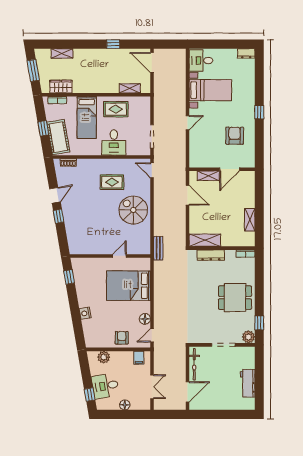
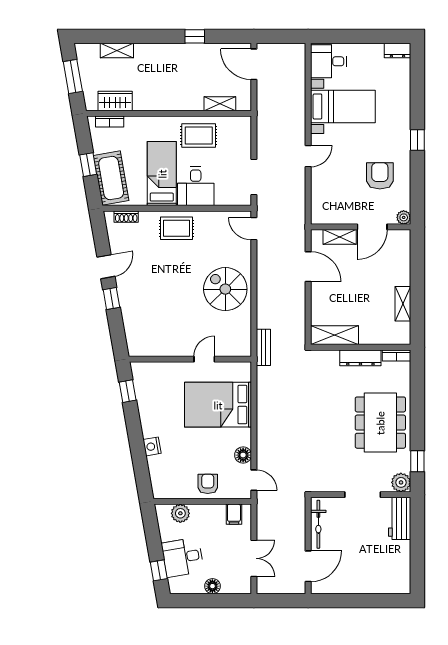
bed: (87, 117) -> (162, 174), moved, turned 180
plant: (250, 163) -> (404, 217), added
rug: (112, 182) -> (177, 228), moved
dresser: (211, 255) -> (360, 358), moved
dining table: (235, 298) -> (380, 423), width x1.37
door: (152, 335) -> (254, 480), swing flipped
workbench: (248, 383) -> (400, 518), moved

